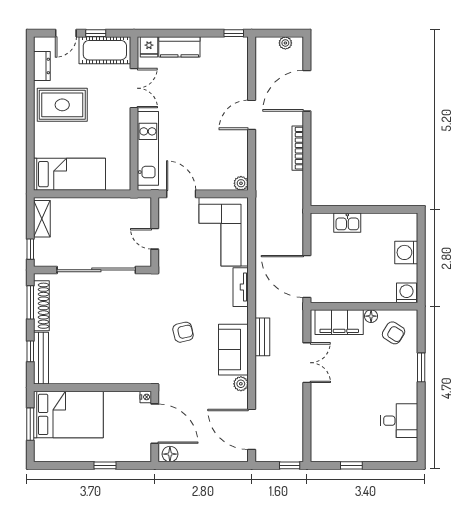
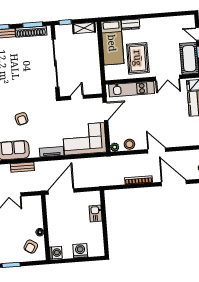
dresser: (42, 66) -> (131, 24), moved
rug: (62, 105) -> (138, 58), moved
stool: (238, 159) -> (129, 144), added
filing cabinet: (339, 322) -> (35, 213), removed

